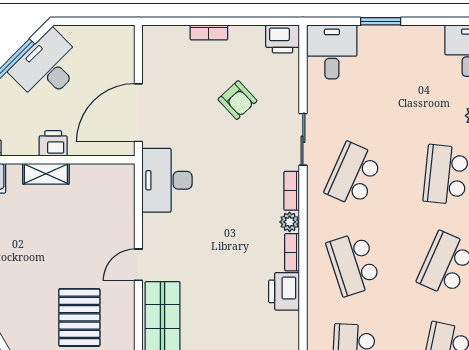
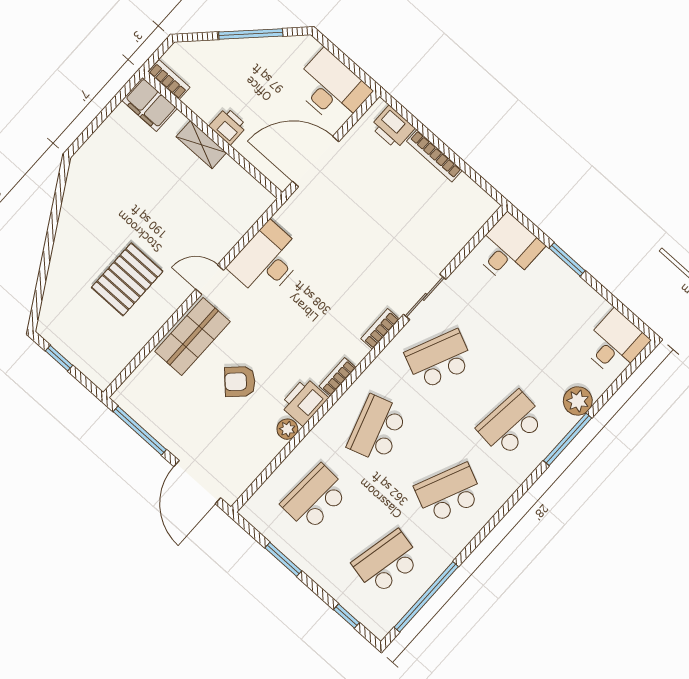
bookcase: (209, 32) -> (434, 156), width x1.56
printer: (282, 39) -> (393, 127), moved
desk: (47, 67) -> (331, 88), moved, turned 45
armchair: (237, 100) -> (240, 382), moved, turned 89
desk: (167, 180) -> (267, 261), moved
plant: (290, 222) -> (287, 429), moved

